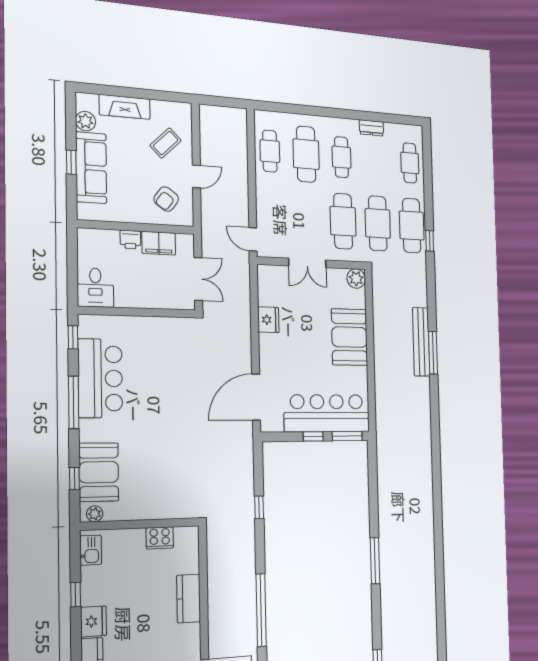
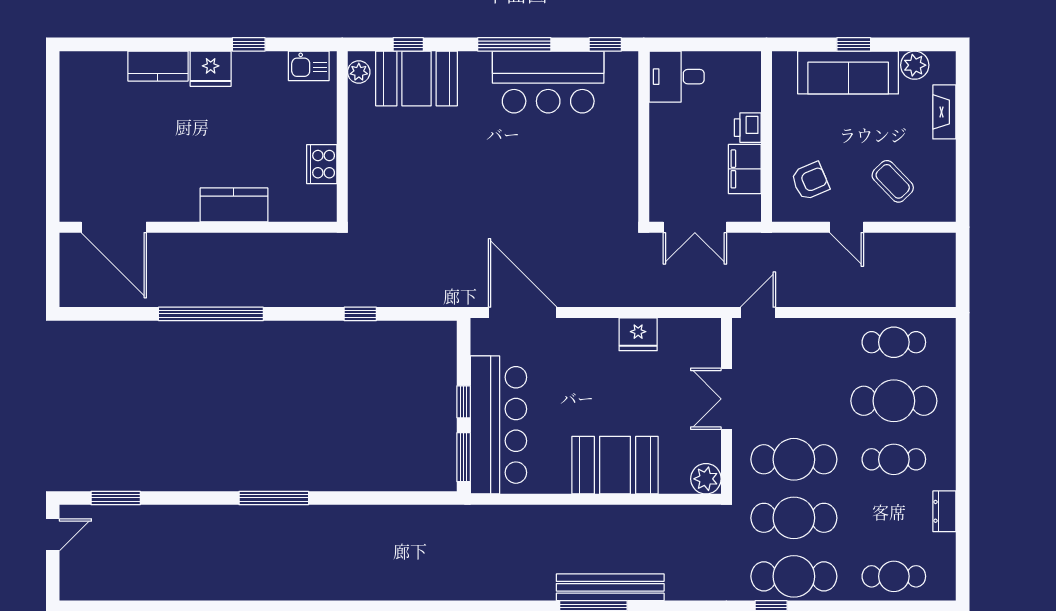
fireplace: (125, 107) -> (944, 112), width x0.73, depth x0.76
armchair: (166, 199) -> (810, 181), turned 121

